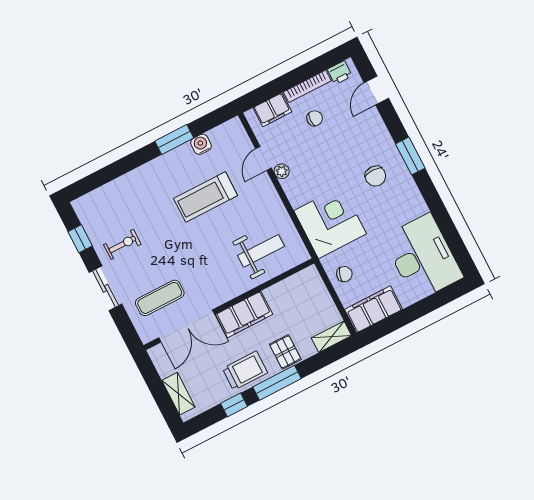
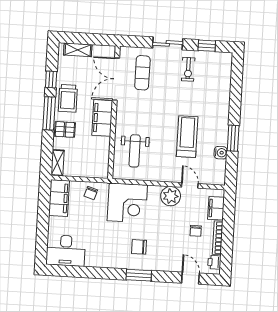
plant: (282, 171) -> (171, 196), width x1.88, depth x1.88
desk: (423, 257) -> (66, 251), width x0.73, depth x0.77

